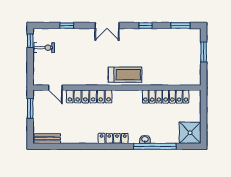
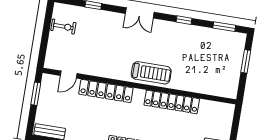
window: (30, 41) -> (49, 16), removed
door: (55, 88) -> (69, 75), hinge flipped
locker: (166, 96) -> (172, 102), moved

